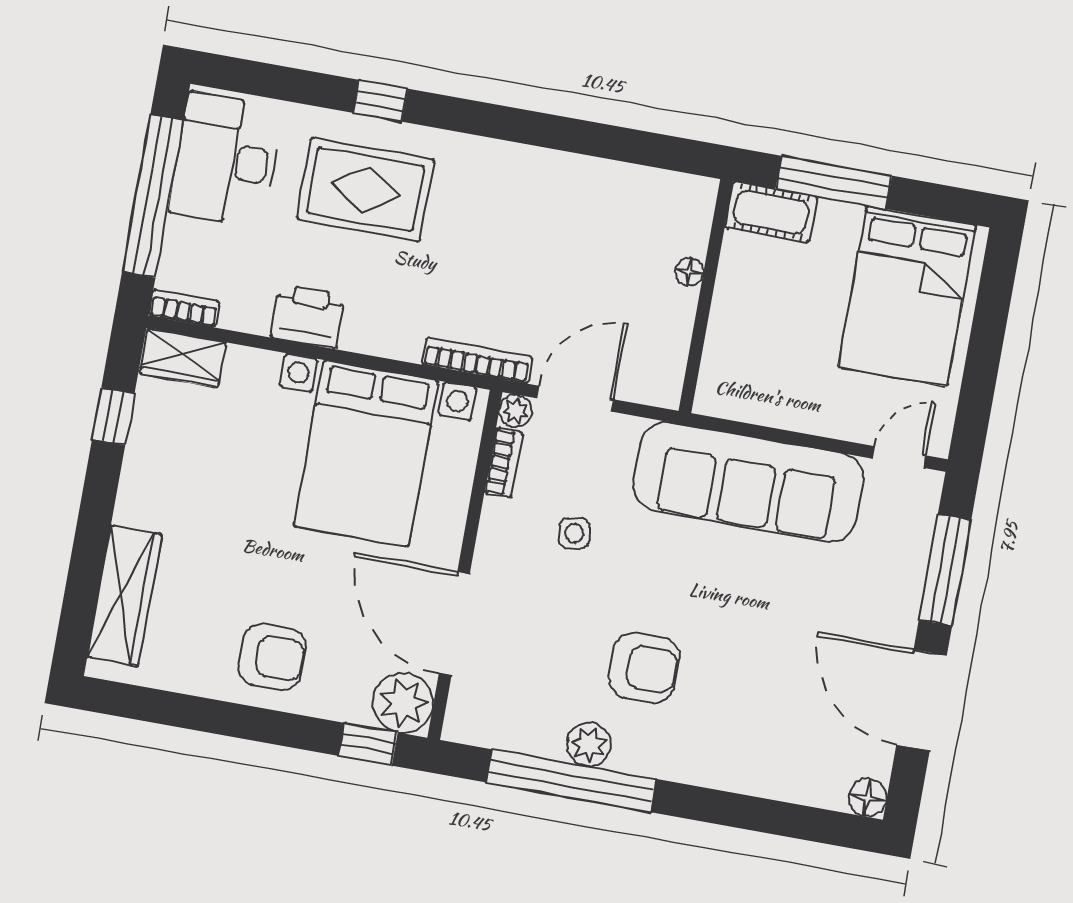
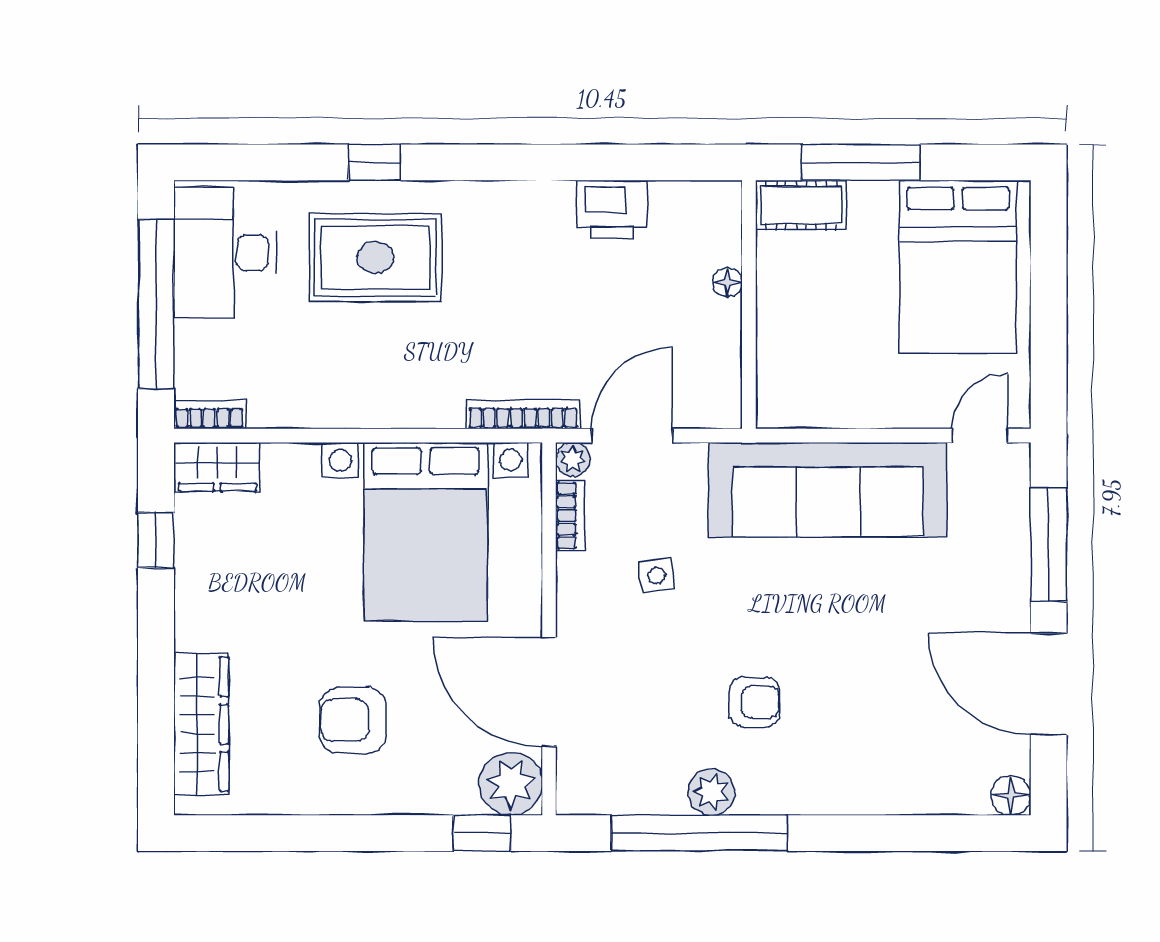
printer: (308, 316) -> (612, 209), moved, turned 180
armchair: (272, 657) -> (353, 720), moved, turned 180
armchair: (644, 668) -> (754, 702), width x0.72, depth x0.72

